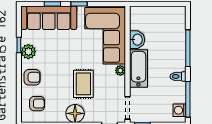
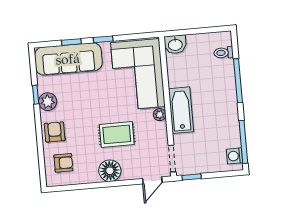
washbasin: (137, 40) -> (175, 44), moved, turned 90
toilet: (178, 76) -> (224, 53), moved
armchair: (32, 77) -> (55, 132), turned -90
rug: (83, 84) -> (117, 134), turned 90

